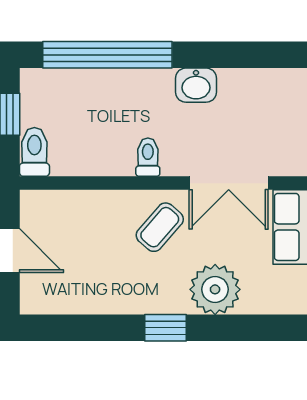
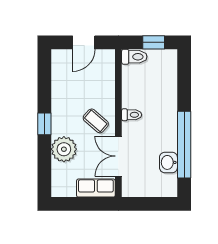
window: (107, 55) -> (184, 145), moved
washbasin: (196, 85) -> (168, 162), moved

